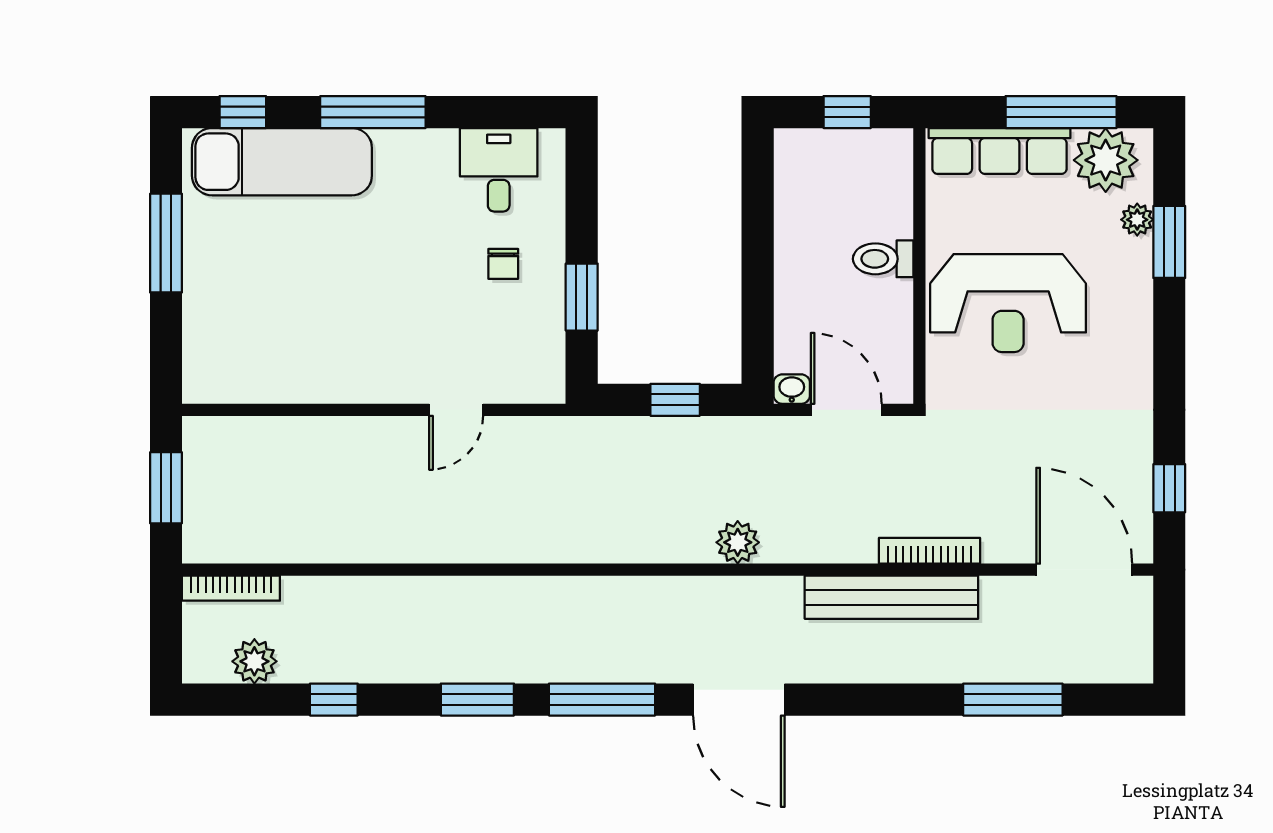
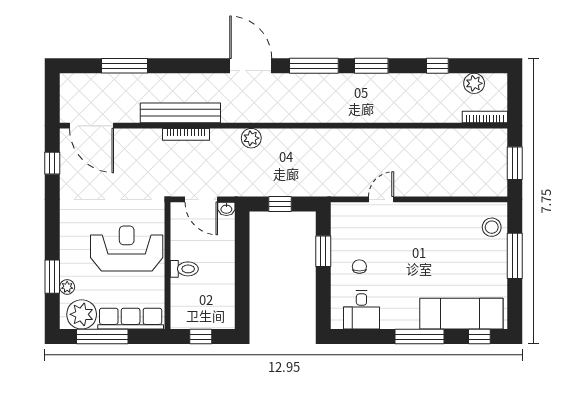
window: (166, 243) -> (515, 256), moved
stool: (216, 349) -> (492, 227), added
bookcase: (930, 551) -> (186, 134), moved

